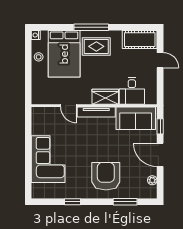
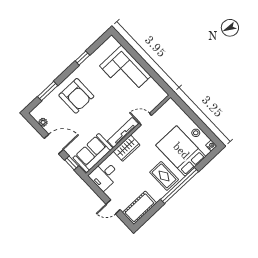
window: (91, 27) -> (180, 185), width x1.46
rug: (96, 46) -> (164, 176), turned 90
desk: (132, 91) -> (104, 175), moved, turned -90

